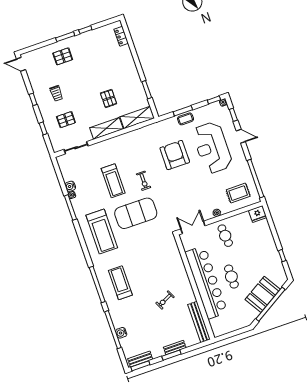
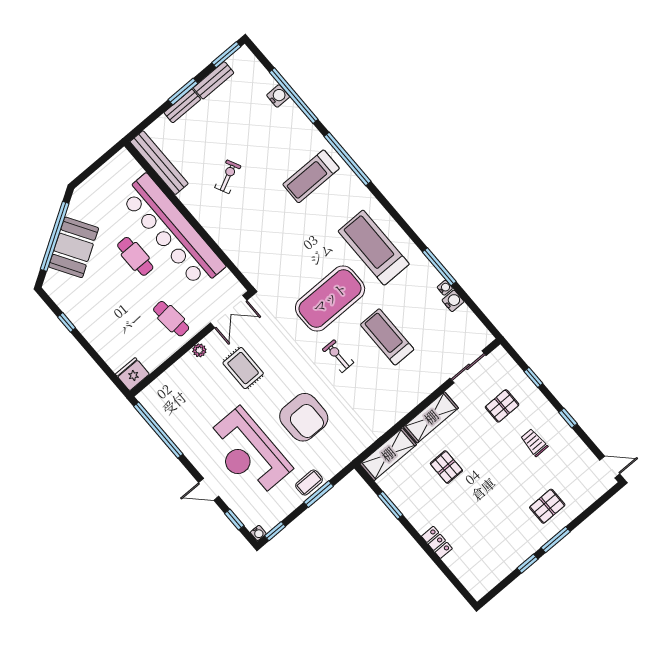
locker: (121, 36) -> (437, 542), moved
reception desk: (212, 148) -> (248, 453), turned 180
rug: (238, 193) -> (243, 368), moved, turned 90
treadmill: (120, 283) -> (311, 176), turned 90
bench: (140, 359) -> (214, 80), moved

